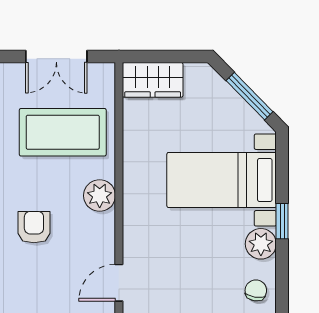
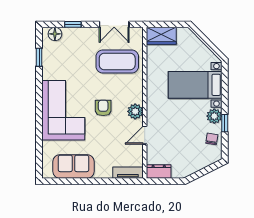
window: (249, 96) -> (209, 44), removed
plant: (100, 196) -> (135, 111), moved
window: (282, 221) -> (225, 123), moved

